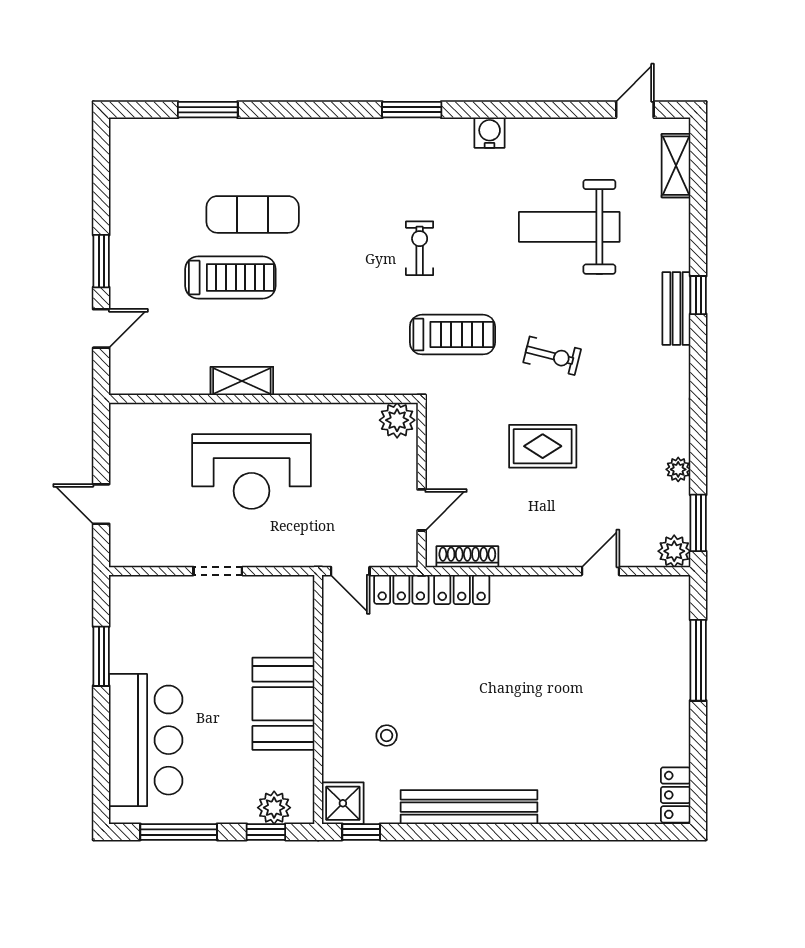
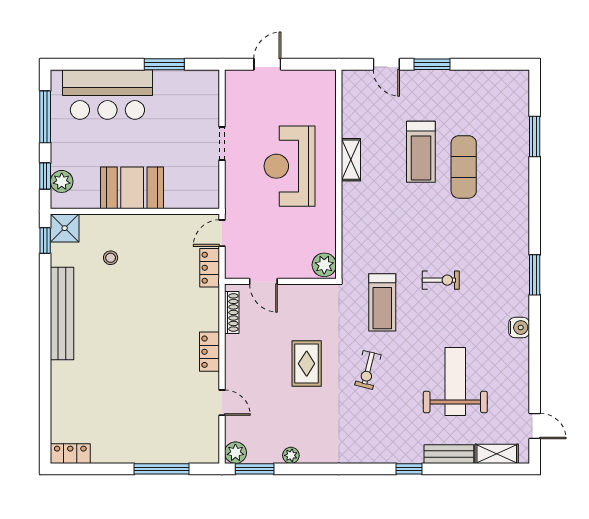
bench: (676, 309) -> (449, 454), moved
locker: (462, 590) -> (209, 352), moved

